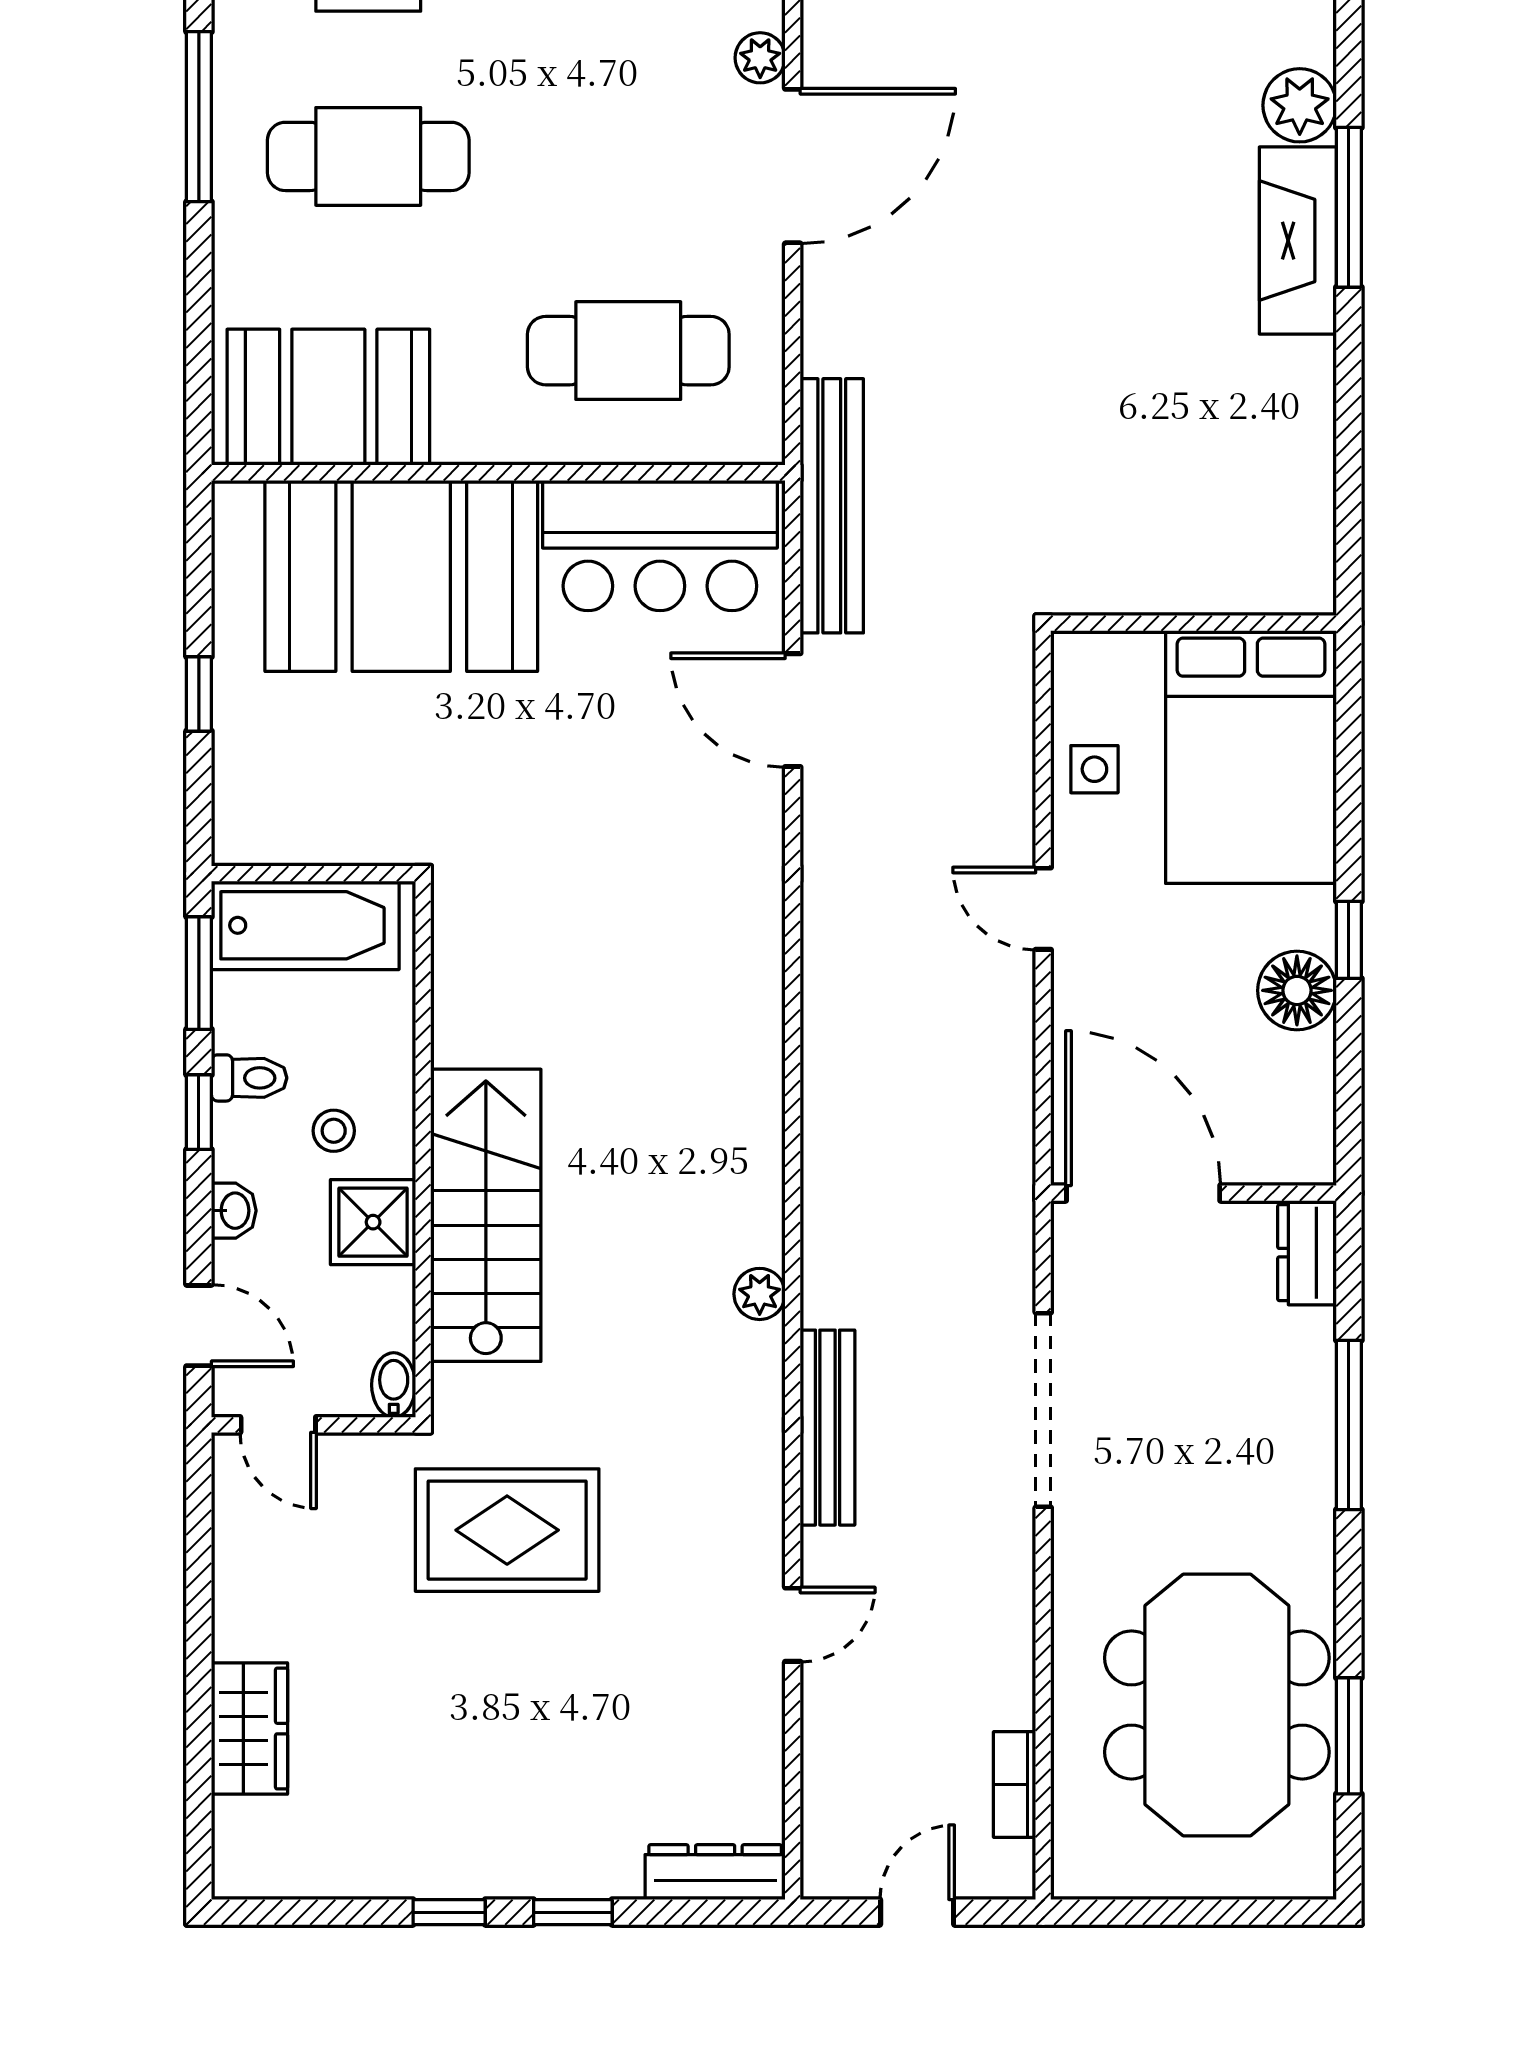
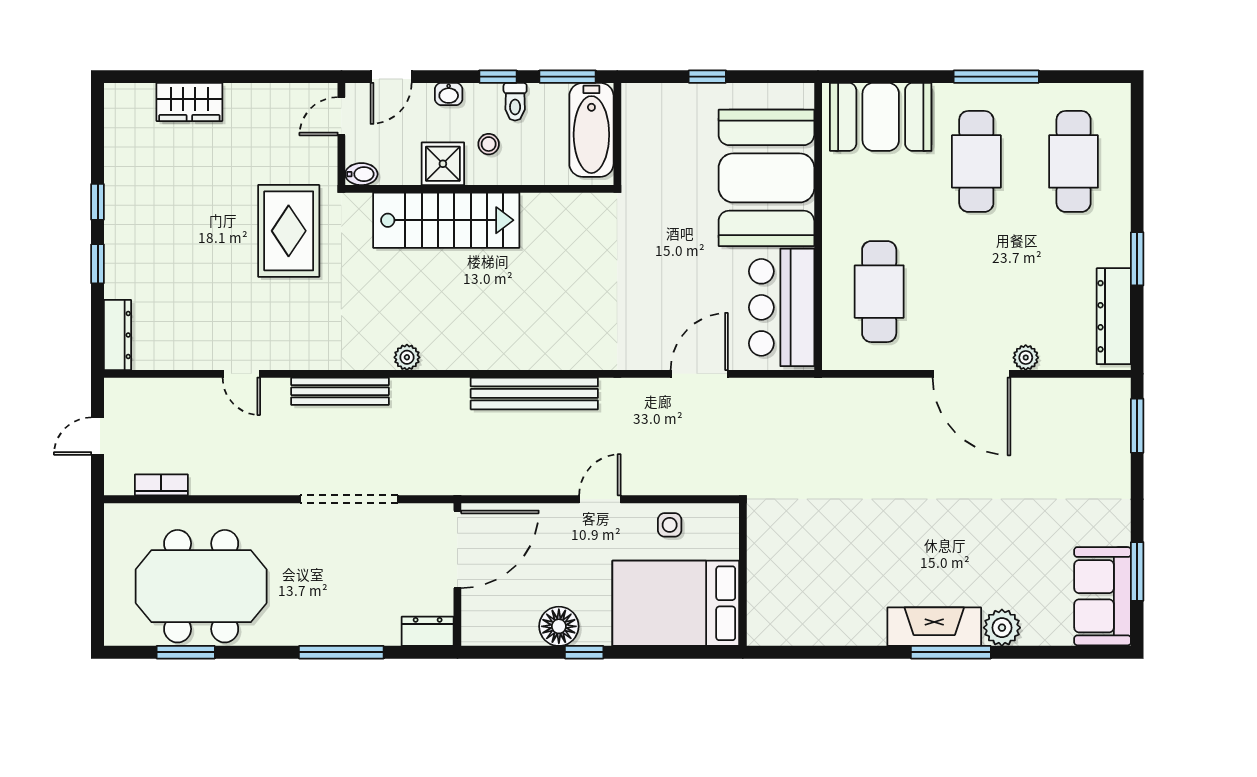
booth: (328, 397) -> (881, 117), moved, turned 90
bench: (832, 506) -> (534, 393), moved
door: (917, 1912) -> (98, 436), swing flipped

